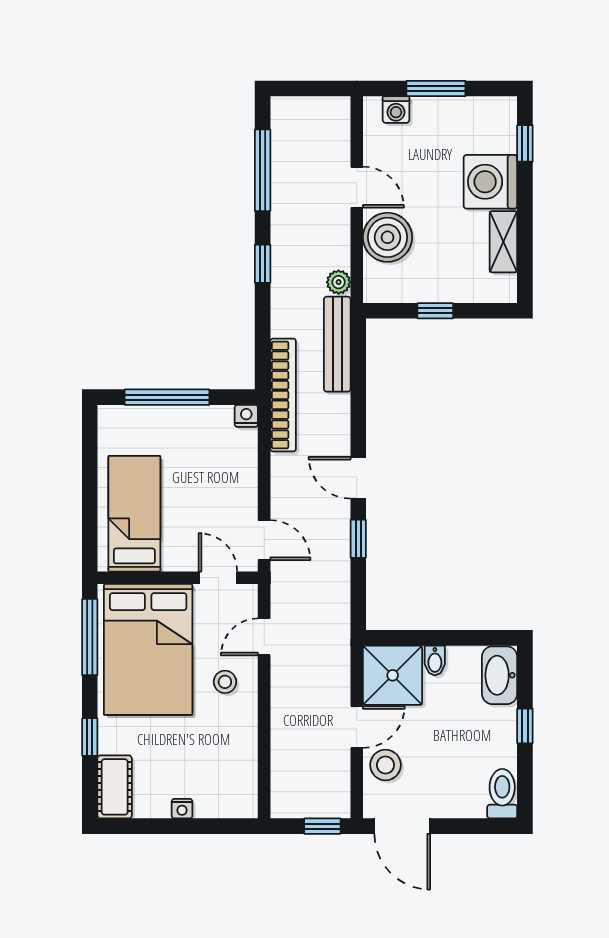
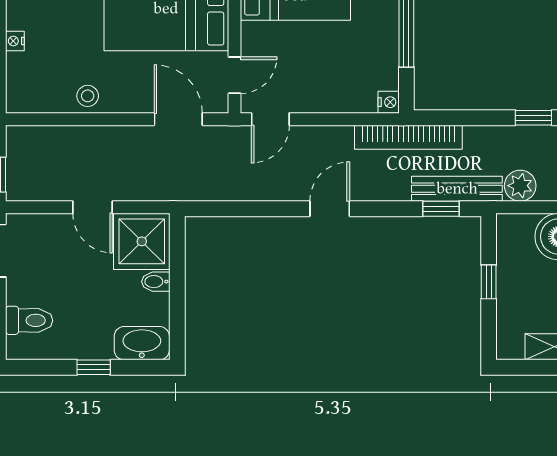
plant: (339, 282) -> (520, 186), width x1.38, depth x1.38
window: (358, 539) -> (441, 209), moved
door: (264, 637) -> (178, 119), width x1.37
stool: (225, 682) -> (88, 96), moved
stool: (385, 765) -> (56, 235), removed
toilet: (502, 794) -> (29, 320), moved

